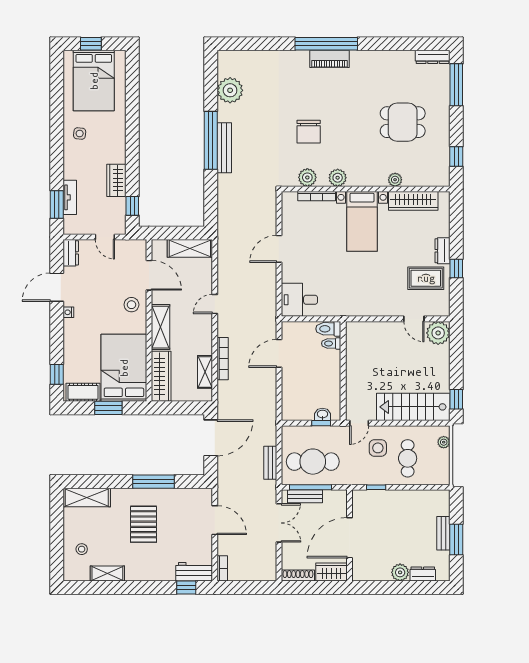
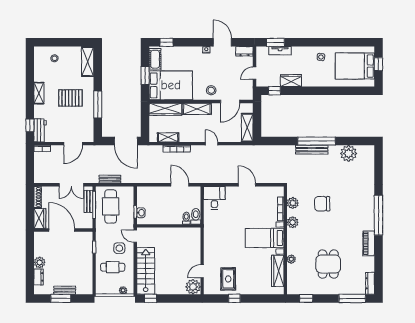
piano: (329, 59) -> (369, 243), moved
dresser: (442, 251) -> (246, 290), removed
shelving: (107, 573) -> (39, 93), moved

